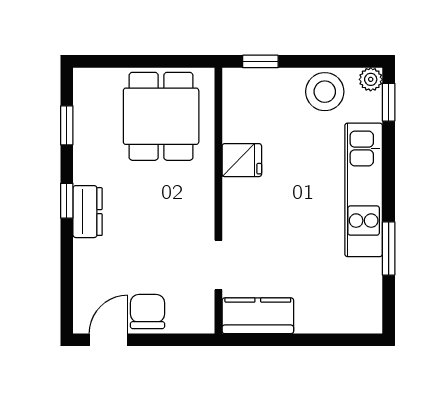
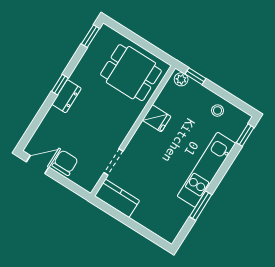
plant: (371, 79) -> (181, 79), moved
stool: (325, 92) -> (218, 111), width x0.53, depth x0.53
dining table: (161, 116) -> (131, 73), turned 90
window: (67, 125) -> (90, 36), moved

